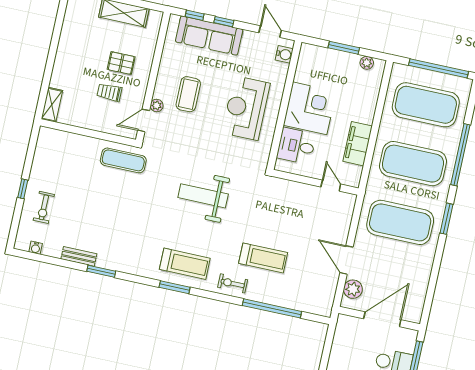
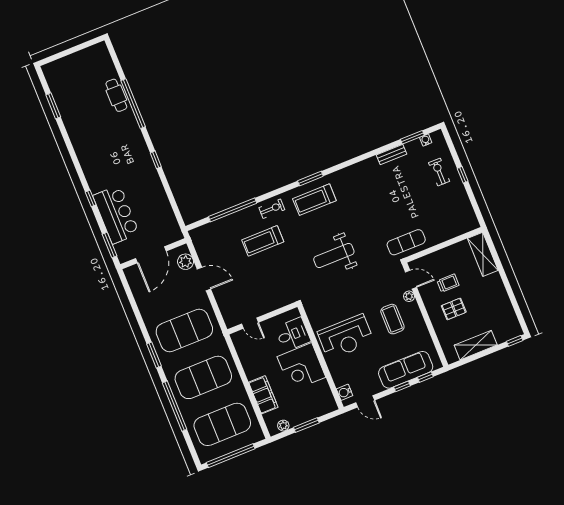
shelving: (52, 105) -> (483, 254), width x1.50, depth x1.33
reception desk: (246, 108) -> (346, 337), turned 90
door: (144, 120) -> (411, 280), hinge flipped
filing cabinet: (358, 144) -> (263, 395), moved
weight bench: (203, 196) -> (334, 256), turned 180
window: (101, 271) -> (412, 137), moved

